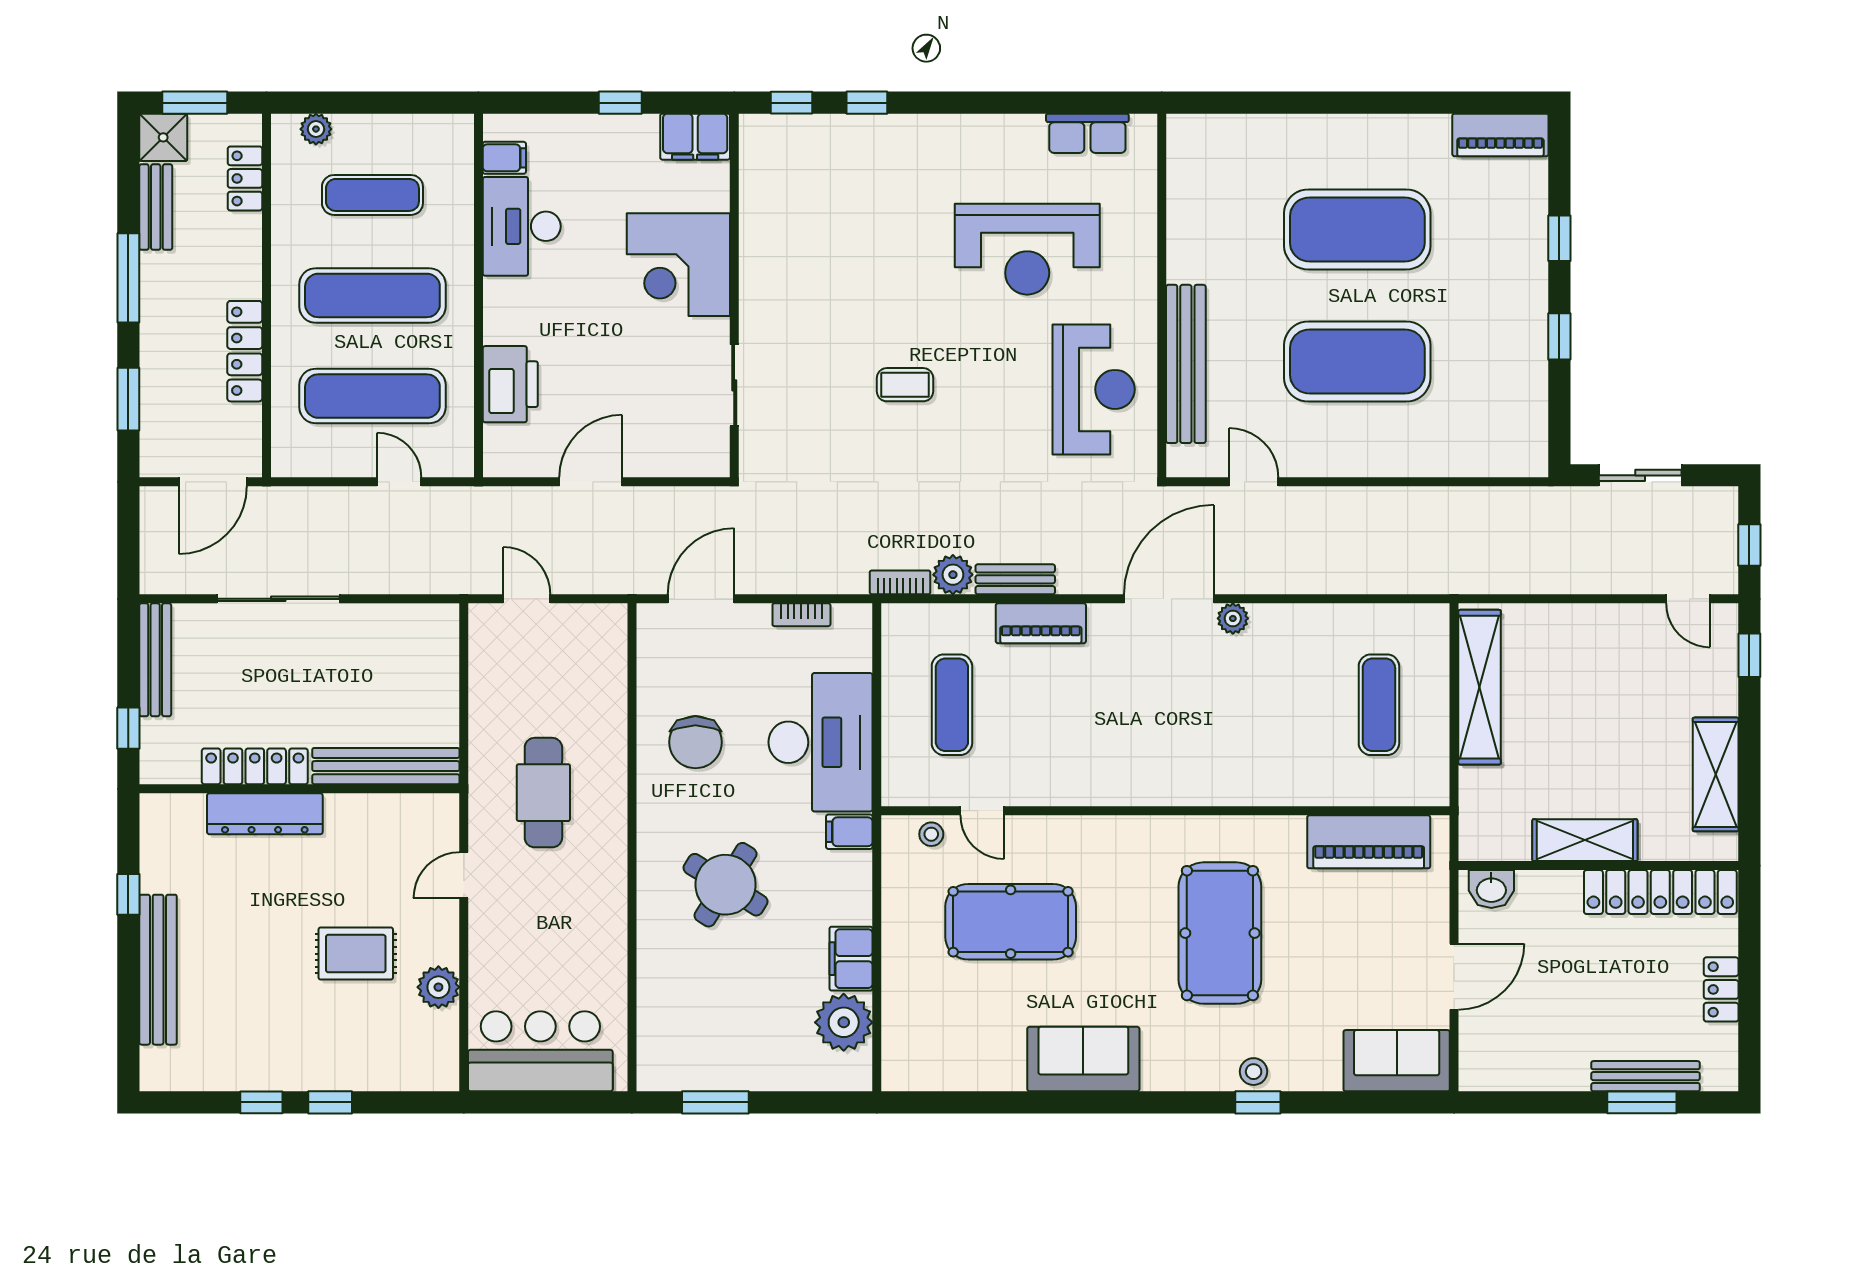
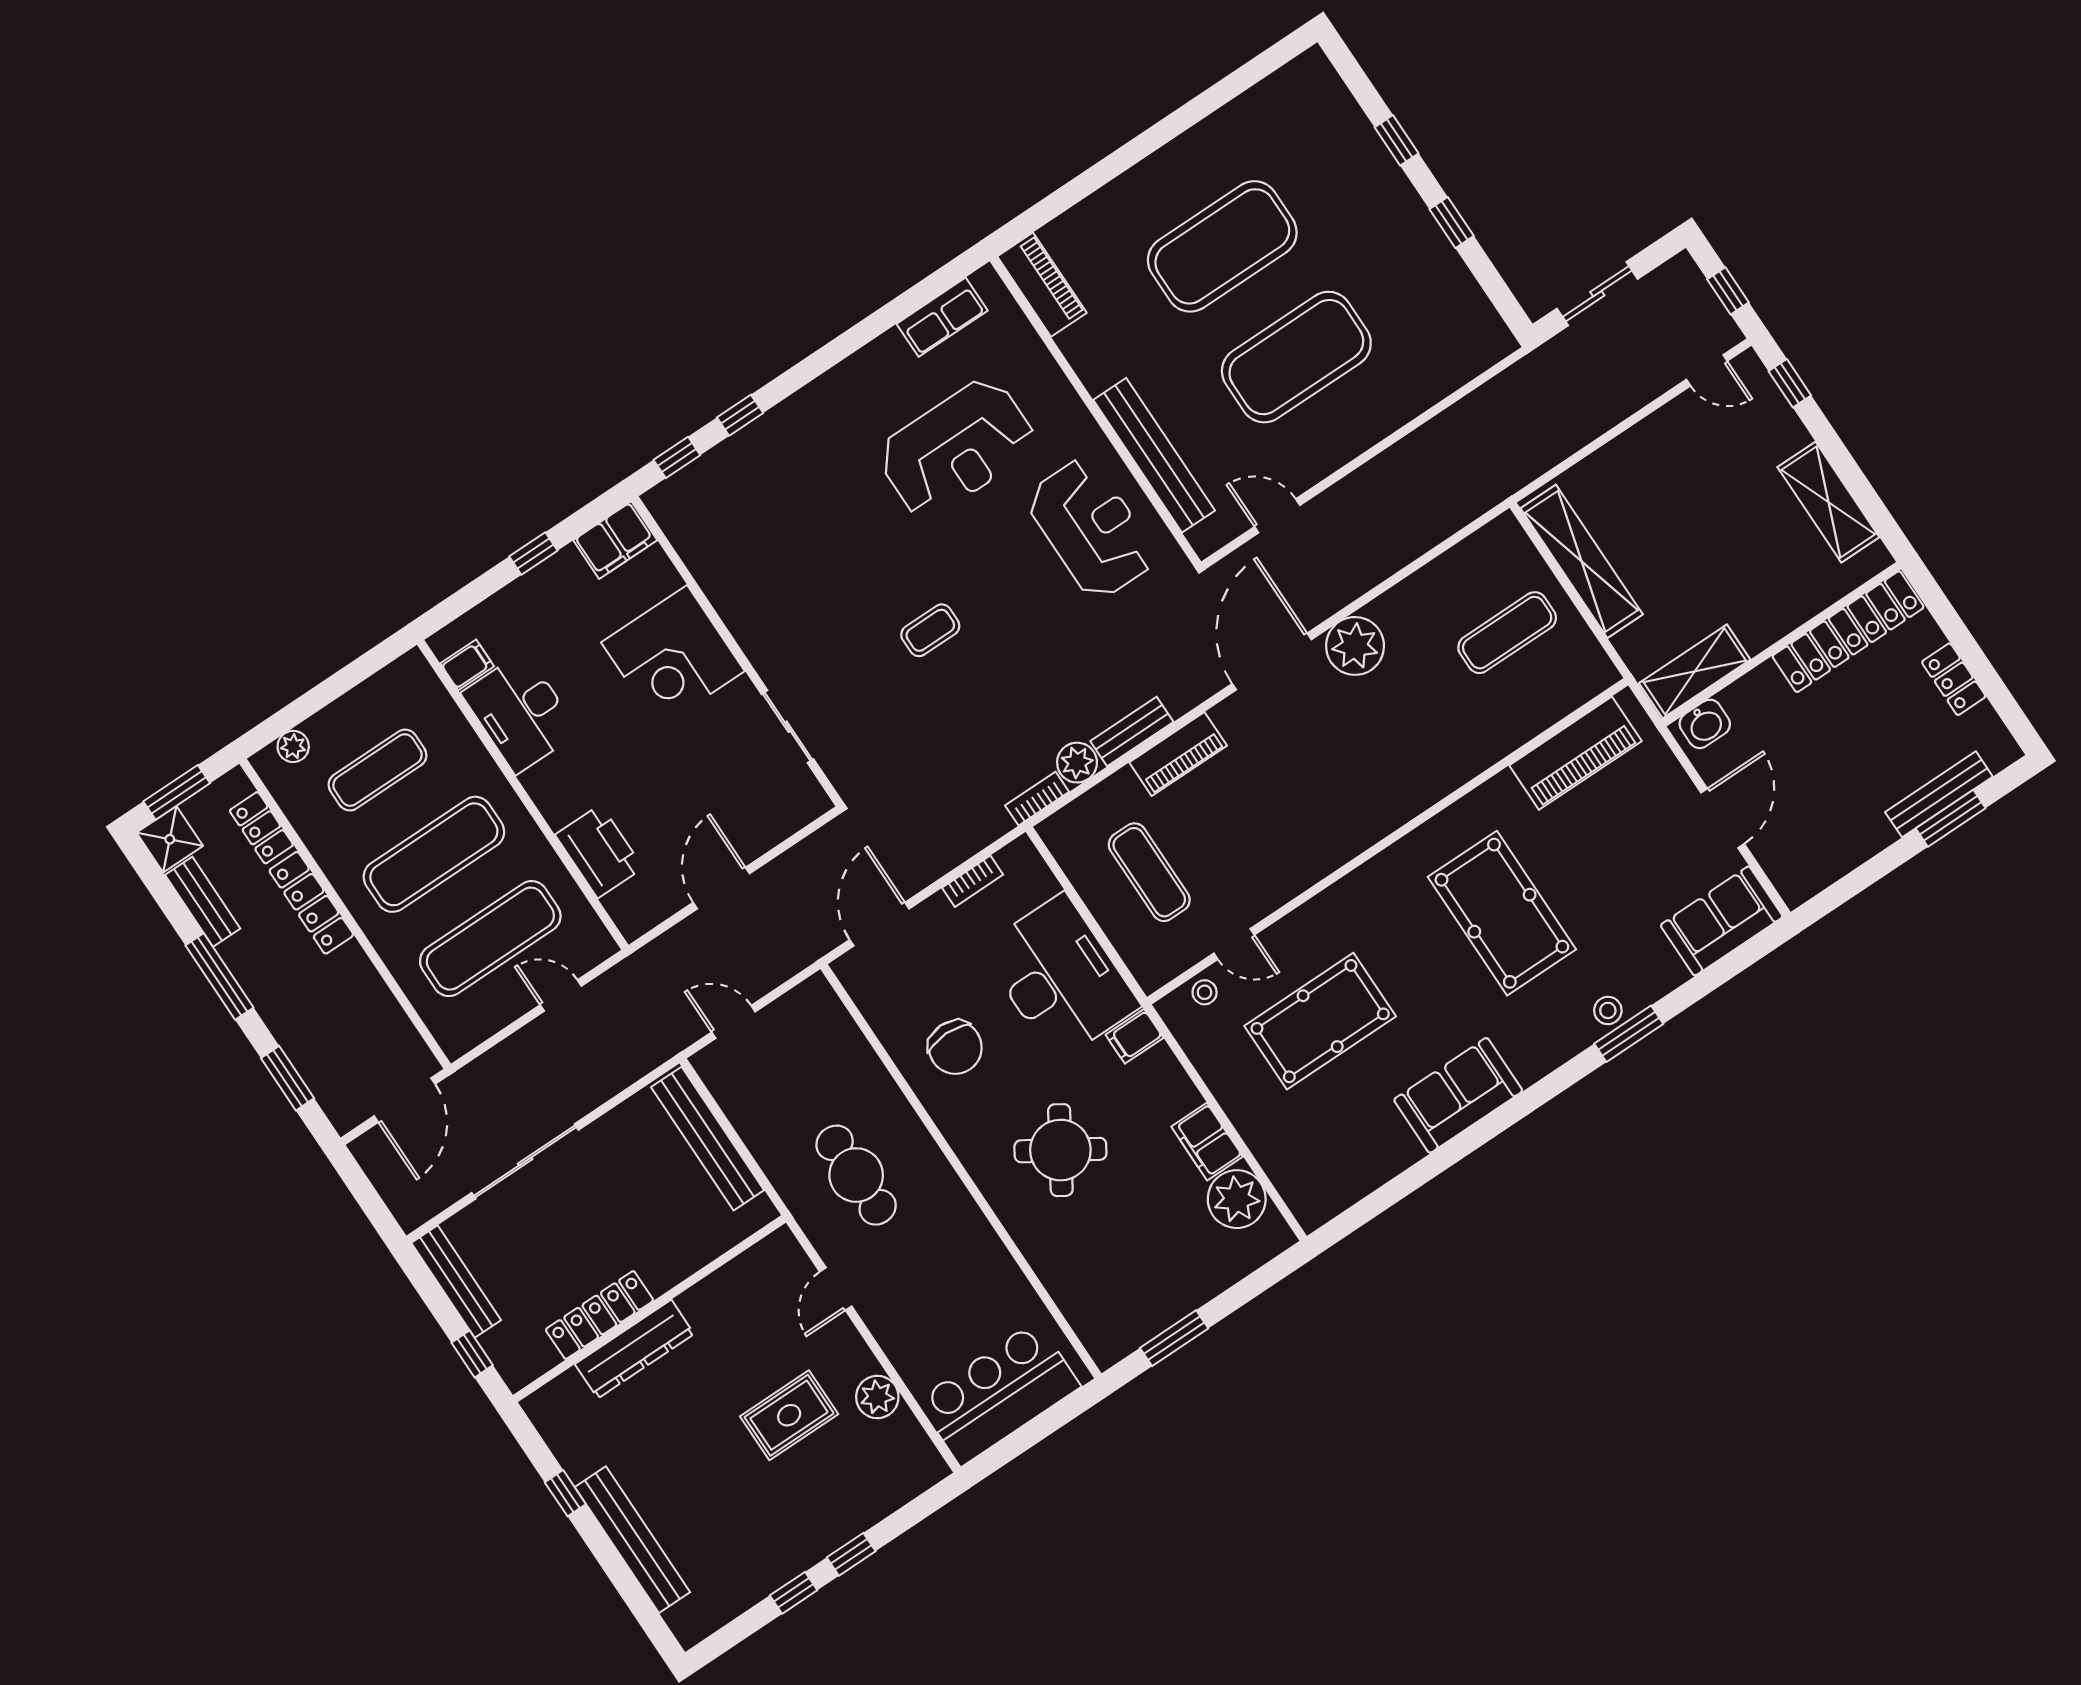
piano: (1500, 135) -> (1042, 285), moved, turned -90
locker: (245, 351) -> (311, 903), moved
plant: (1233, 618) -> (1355, 646), width x1.88, depth x1.88
exercise mat: (1379, 705) -> (1507, 633), turned 90
bench: (386, 766) -> (708, 1139), moved, turned 90
shelving: (1585, 840) -> (1695, 671), moved
window: (1258, 1102) -> (1629, 1034), width x1.50

